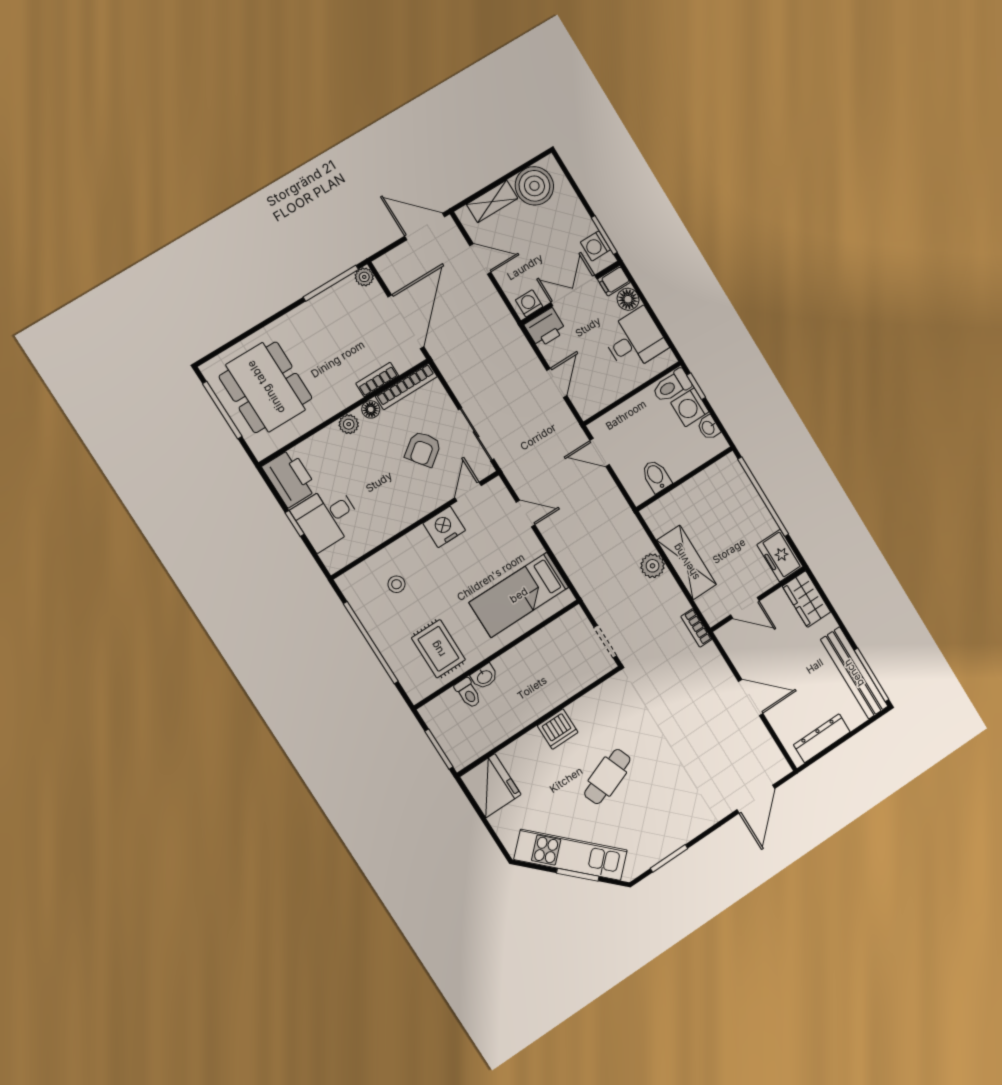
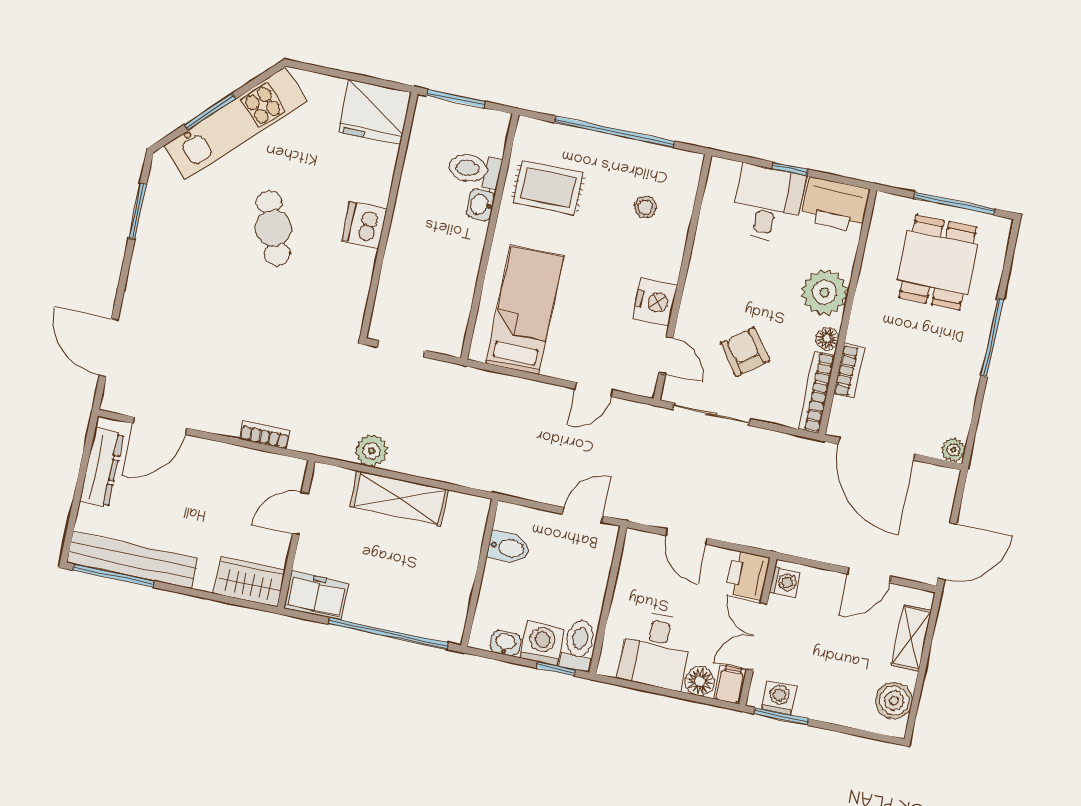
boiler: (534, 186) -> (894, 701), width x0.73, depth x0.73
window: (331, 283) -> (992, 338), moved
double door: (574, 291) -> (757, 637), swing flipped
dining table: (266, 387) -> (938, 262), width x0.73
plant: (349, 424) -> (825, 292), width x1.87, depth x1.87
plant: (653, 566) -> (371, 451), moved
bookcase: (696, 628) -> (265, 435), moved
toilet: (468, 693) -> (474, 169), width x1.37, depth x1.39
door: (751, 697) -> (160, 426), moved

